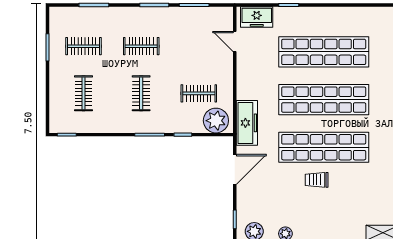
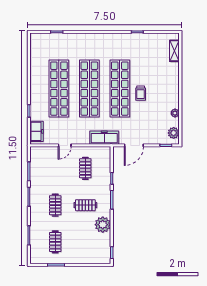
door: (235, 42) -> (65, 145), moved
clothes rail: (83, 93) -> (85, 242), removed
plant: (216, 121) -> (103, 225), moved
door: (235, 169) -> (134, 145), swing flipped

